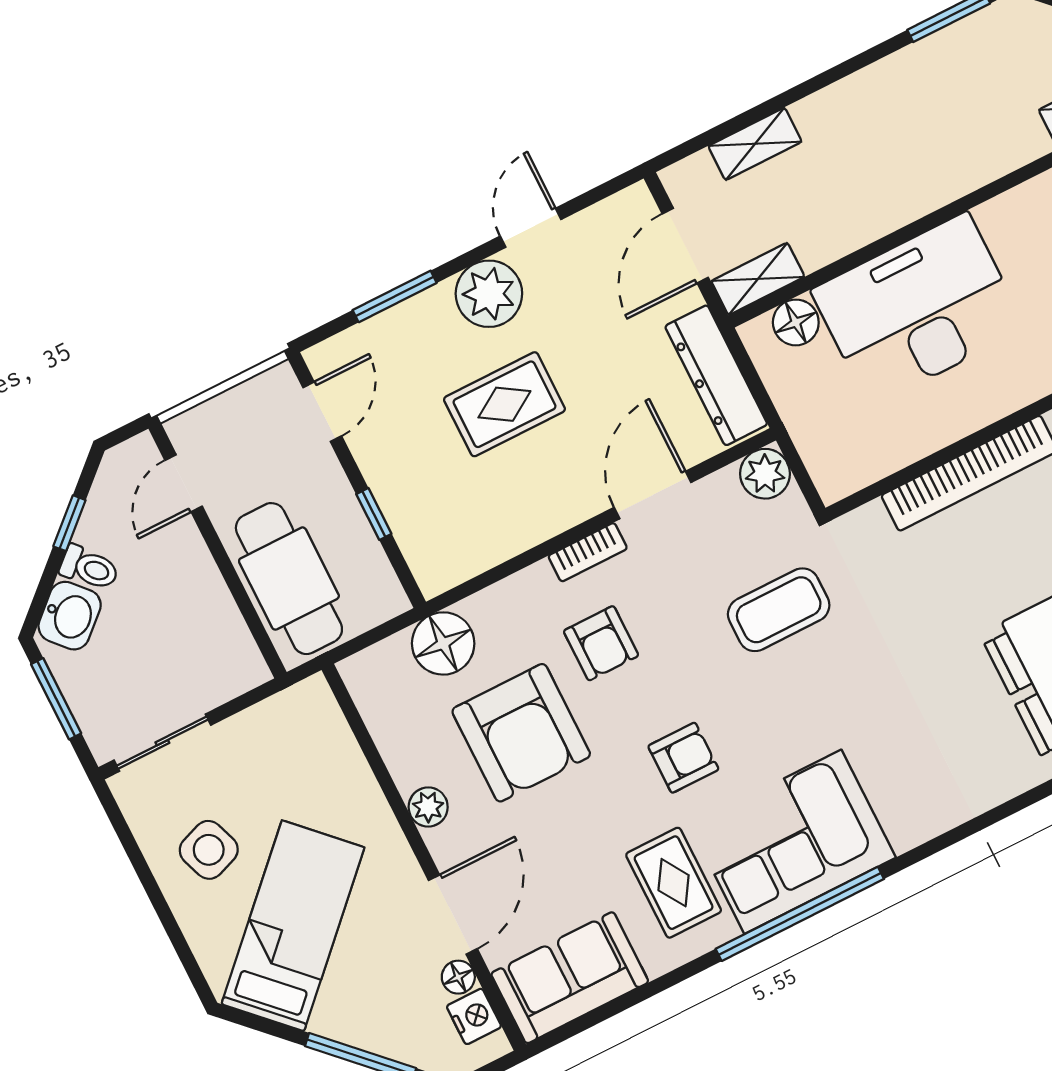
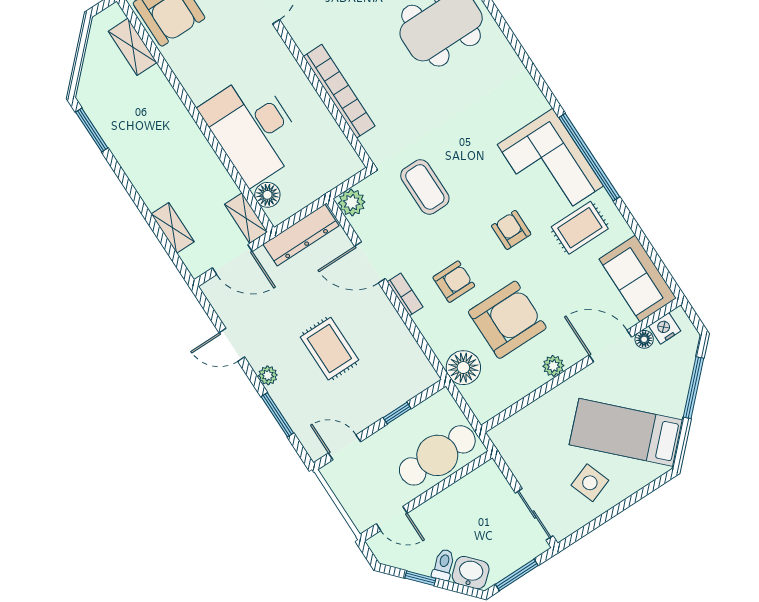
plant: (489, 294) -> (268, 375), width x0.53, depth x0.53

